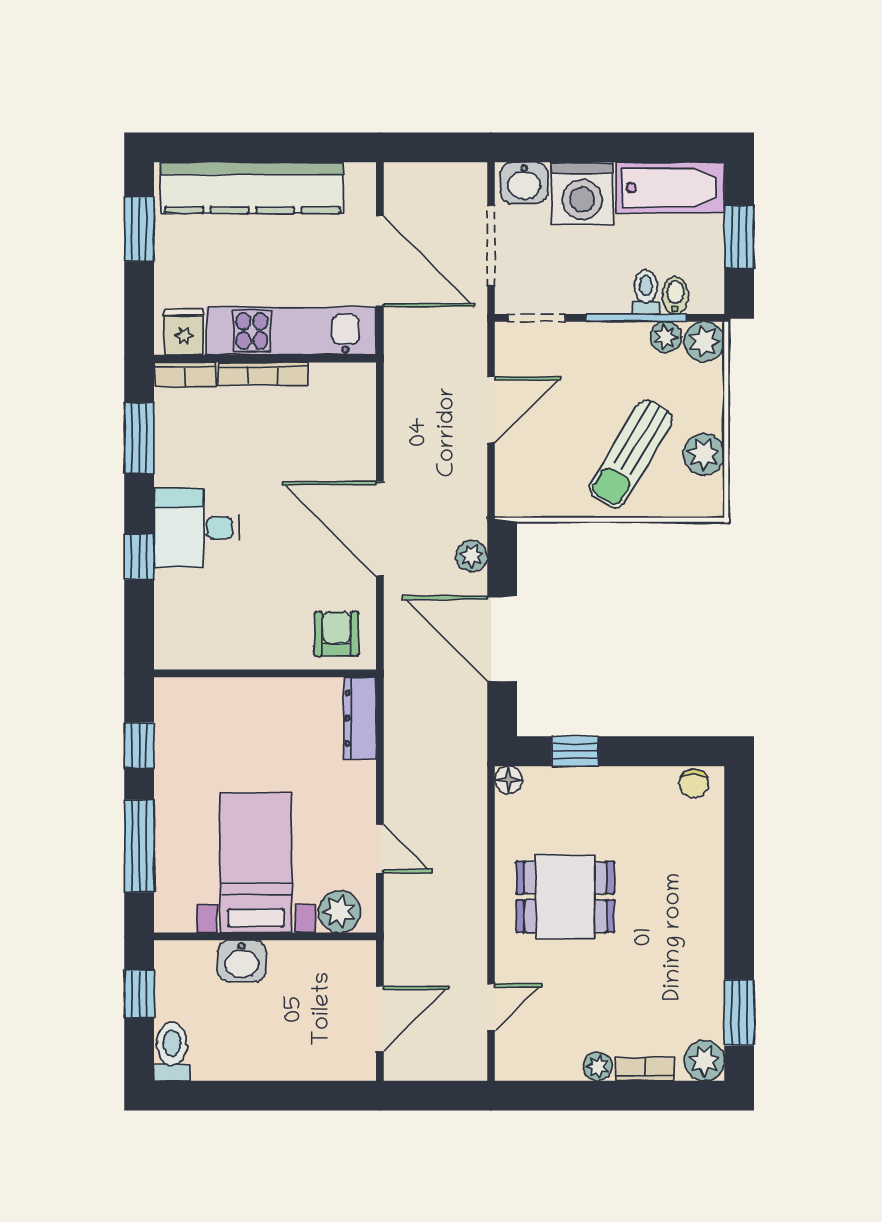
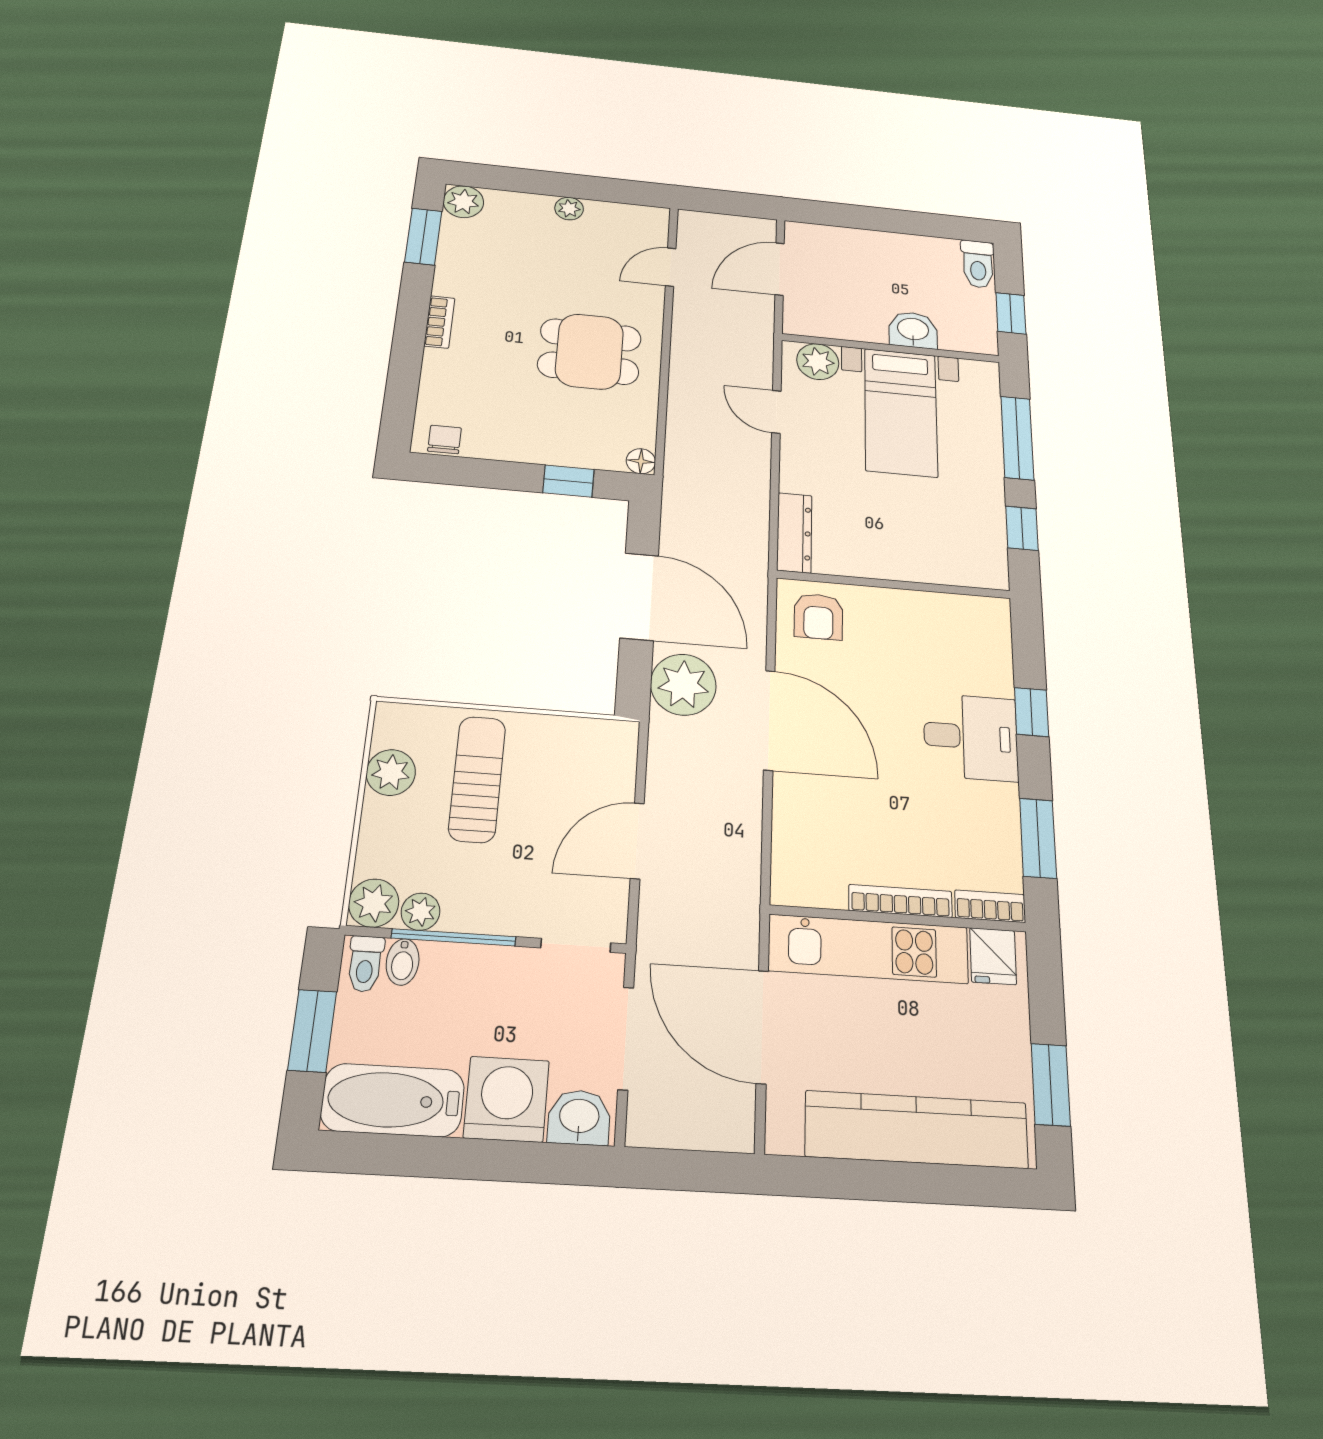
toilet: (646, 292) -> (365, 964), moved
sun lounger: (631, 454) -> (477, 779), turned -31
plant: (472, 556) -> (683, 685), width x1.87, depth x1.87
bookcase: (645, 1069) -> (439, 322), moved, turned -90

